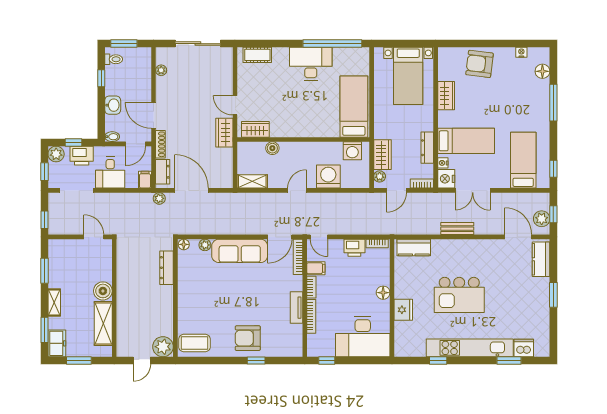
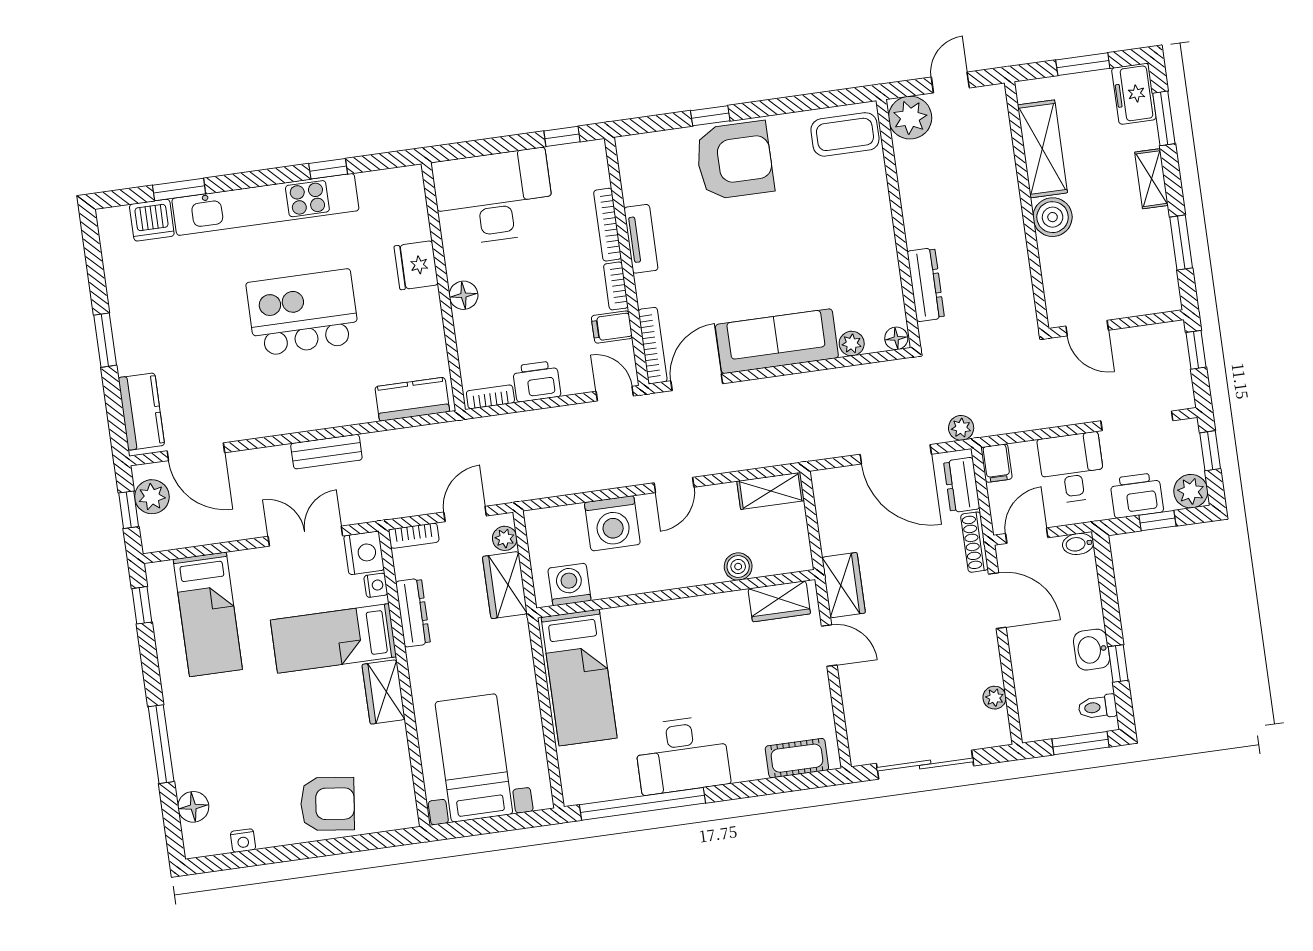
wardrobe: (446, 96) -> (384, 692), moved
washbasin: (113, 105) -> (1092, 650), moved
armchair: (248, 338) -> (735, 160), width x1.36, depth x1.36

